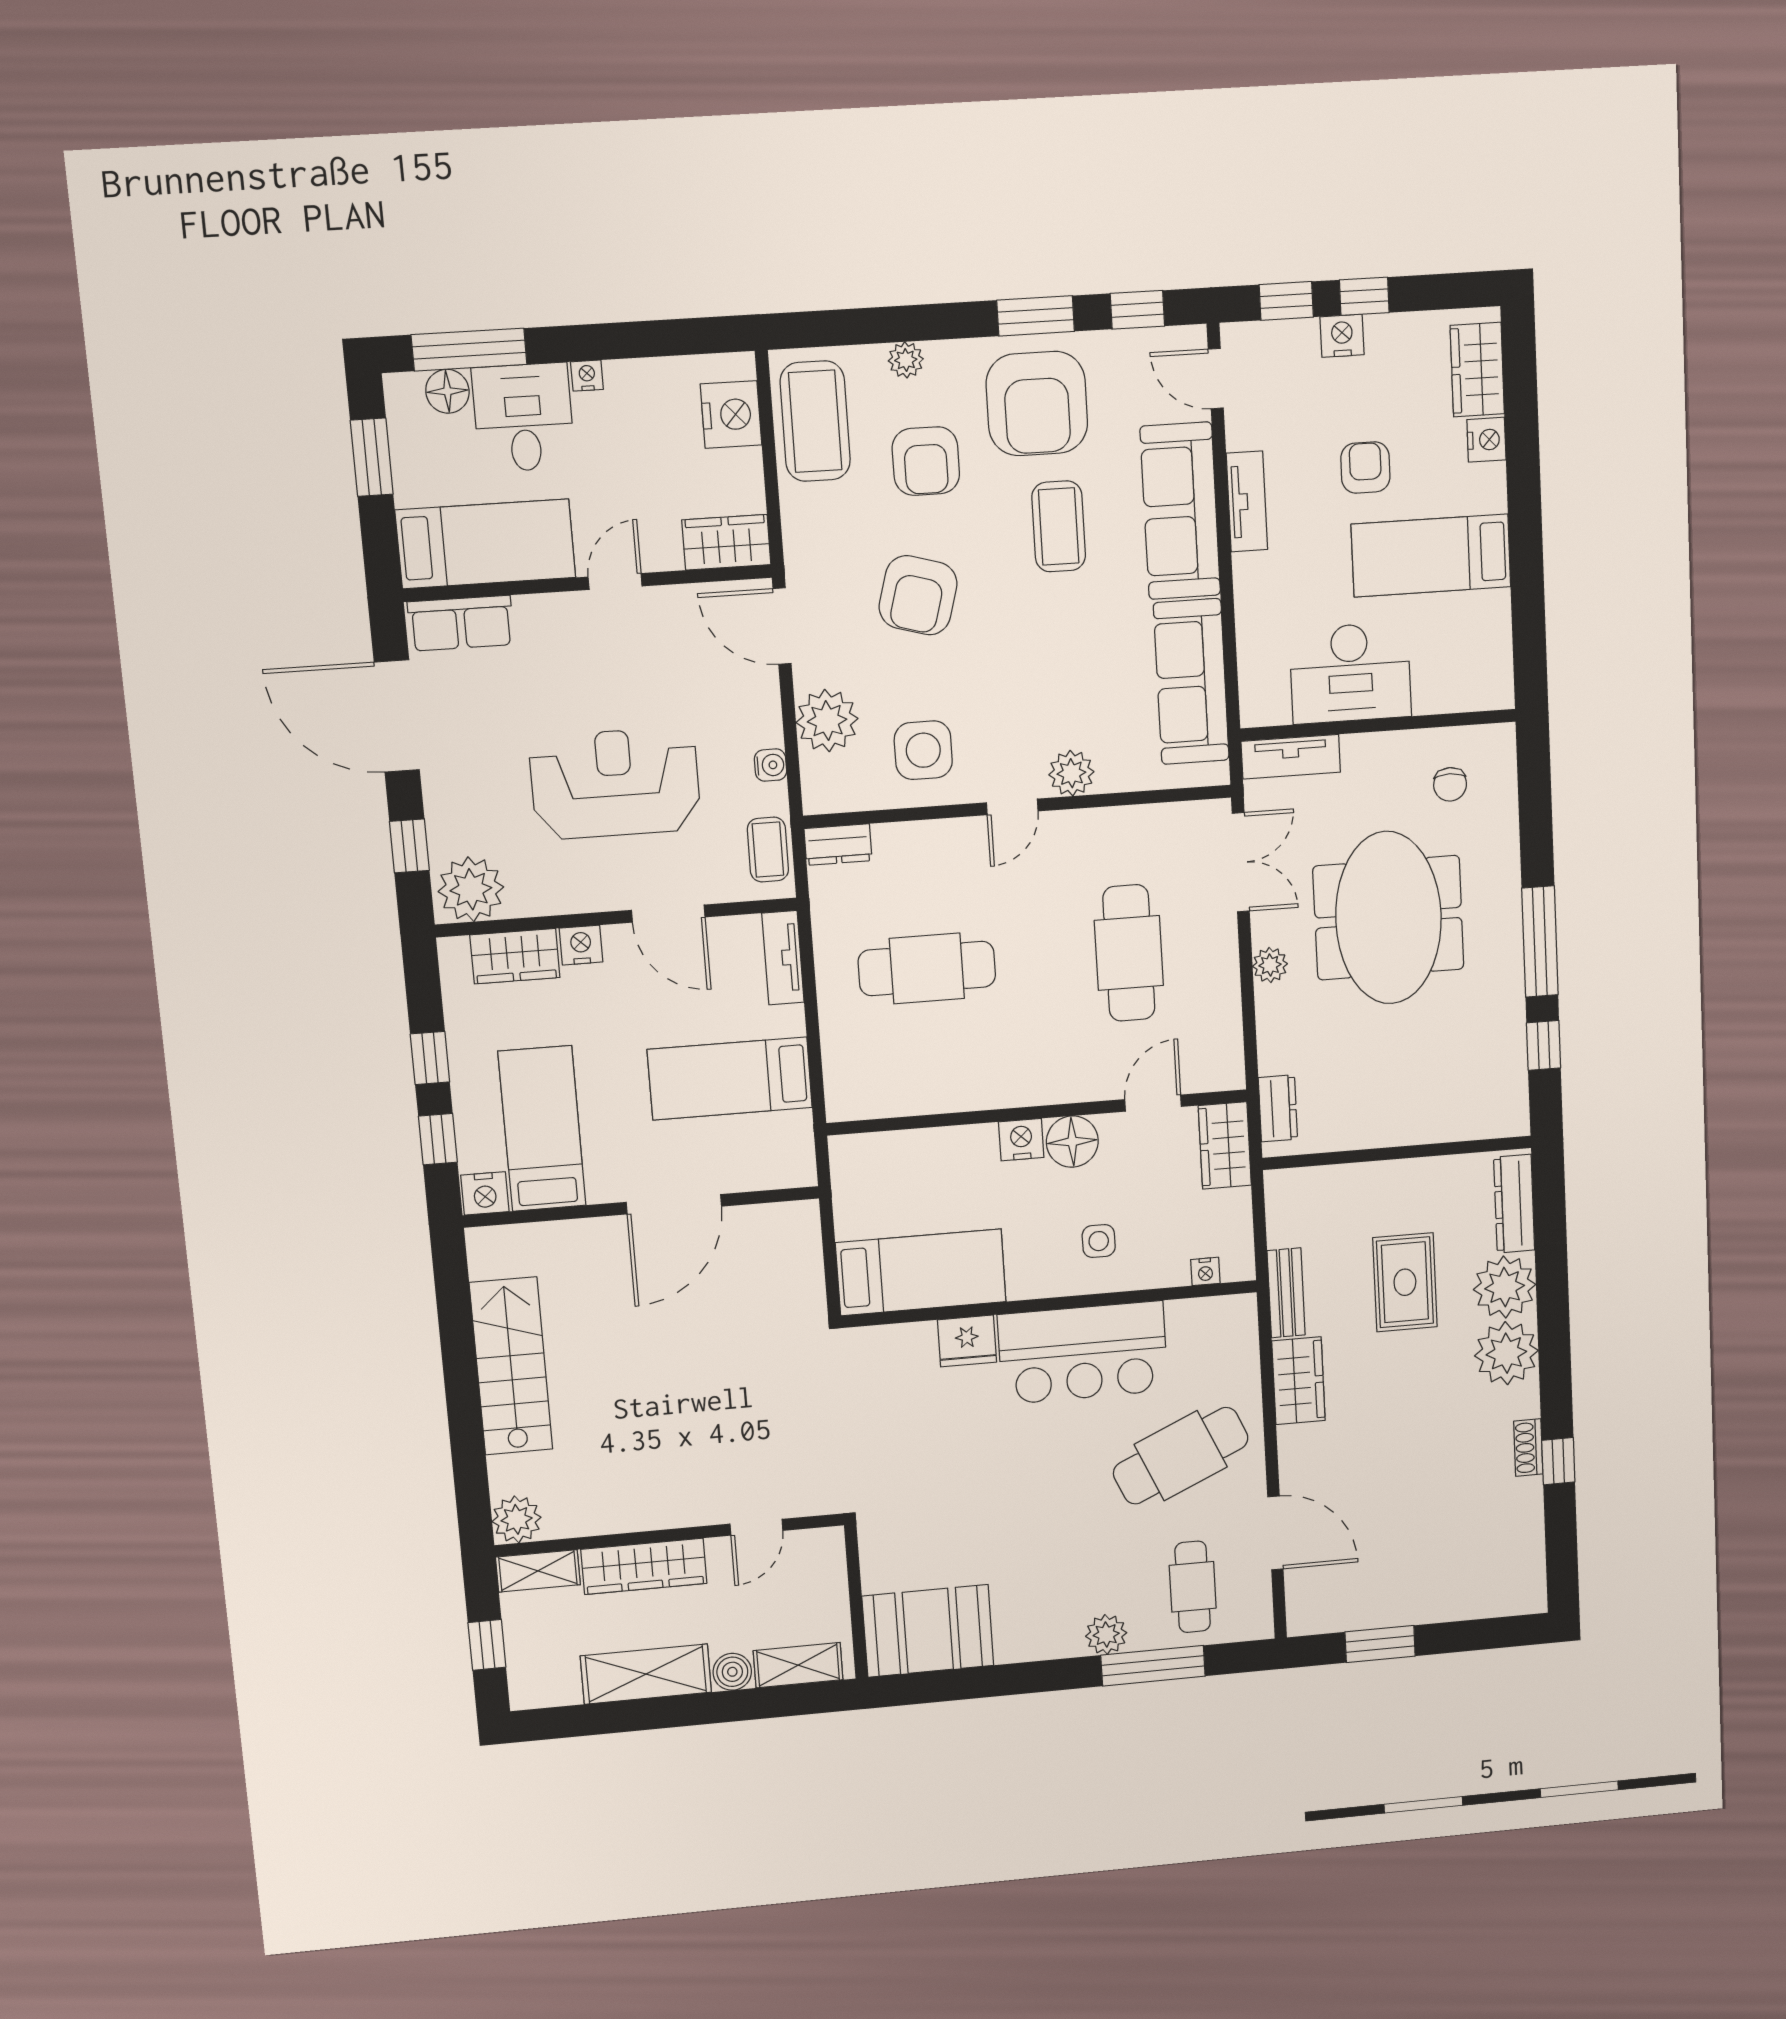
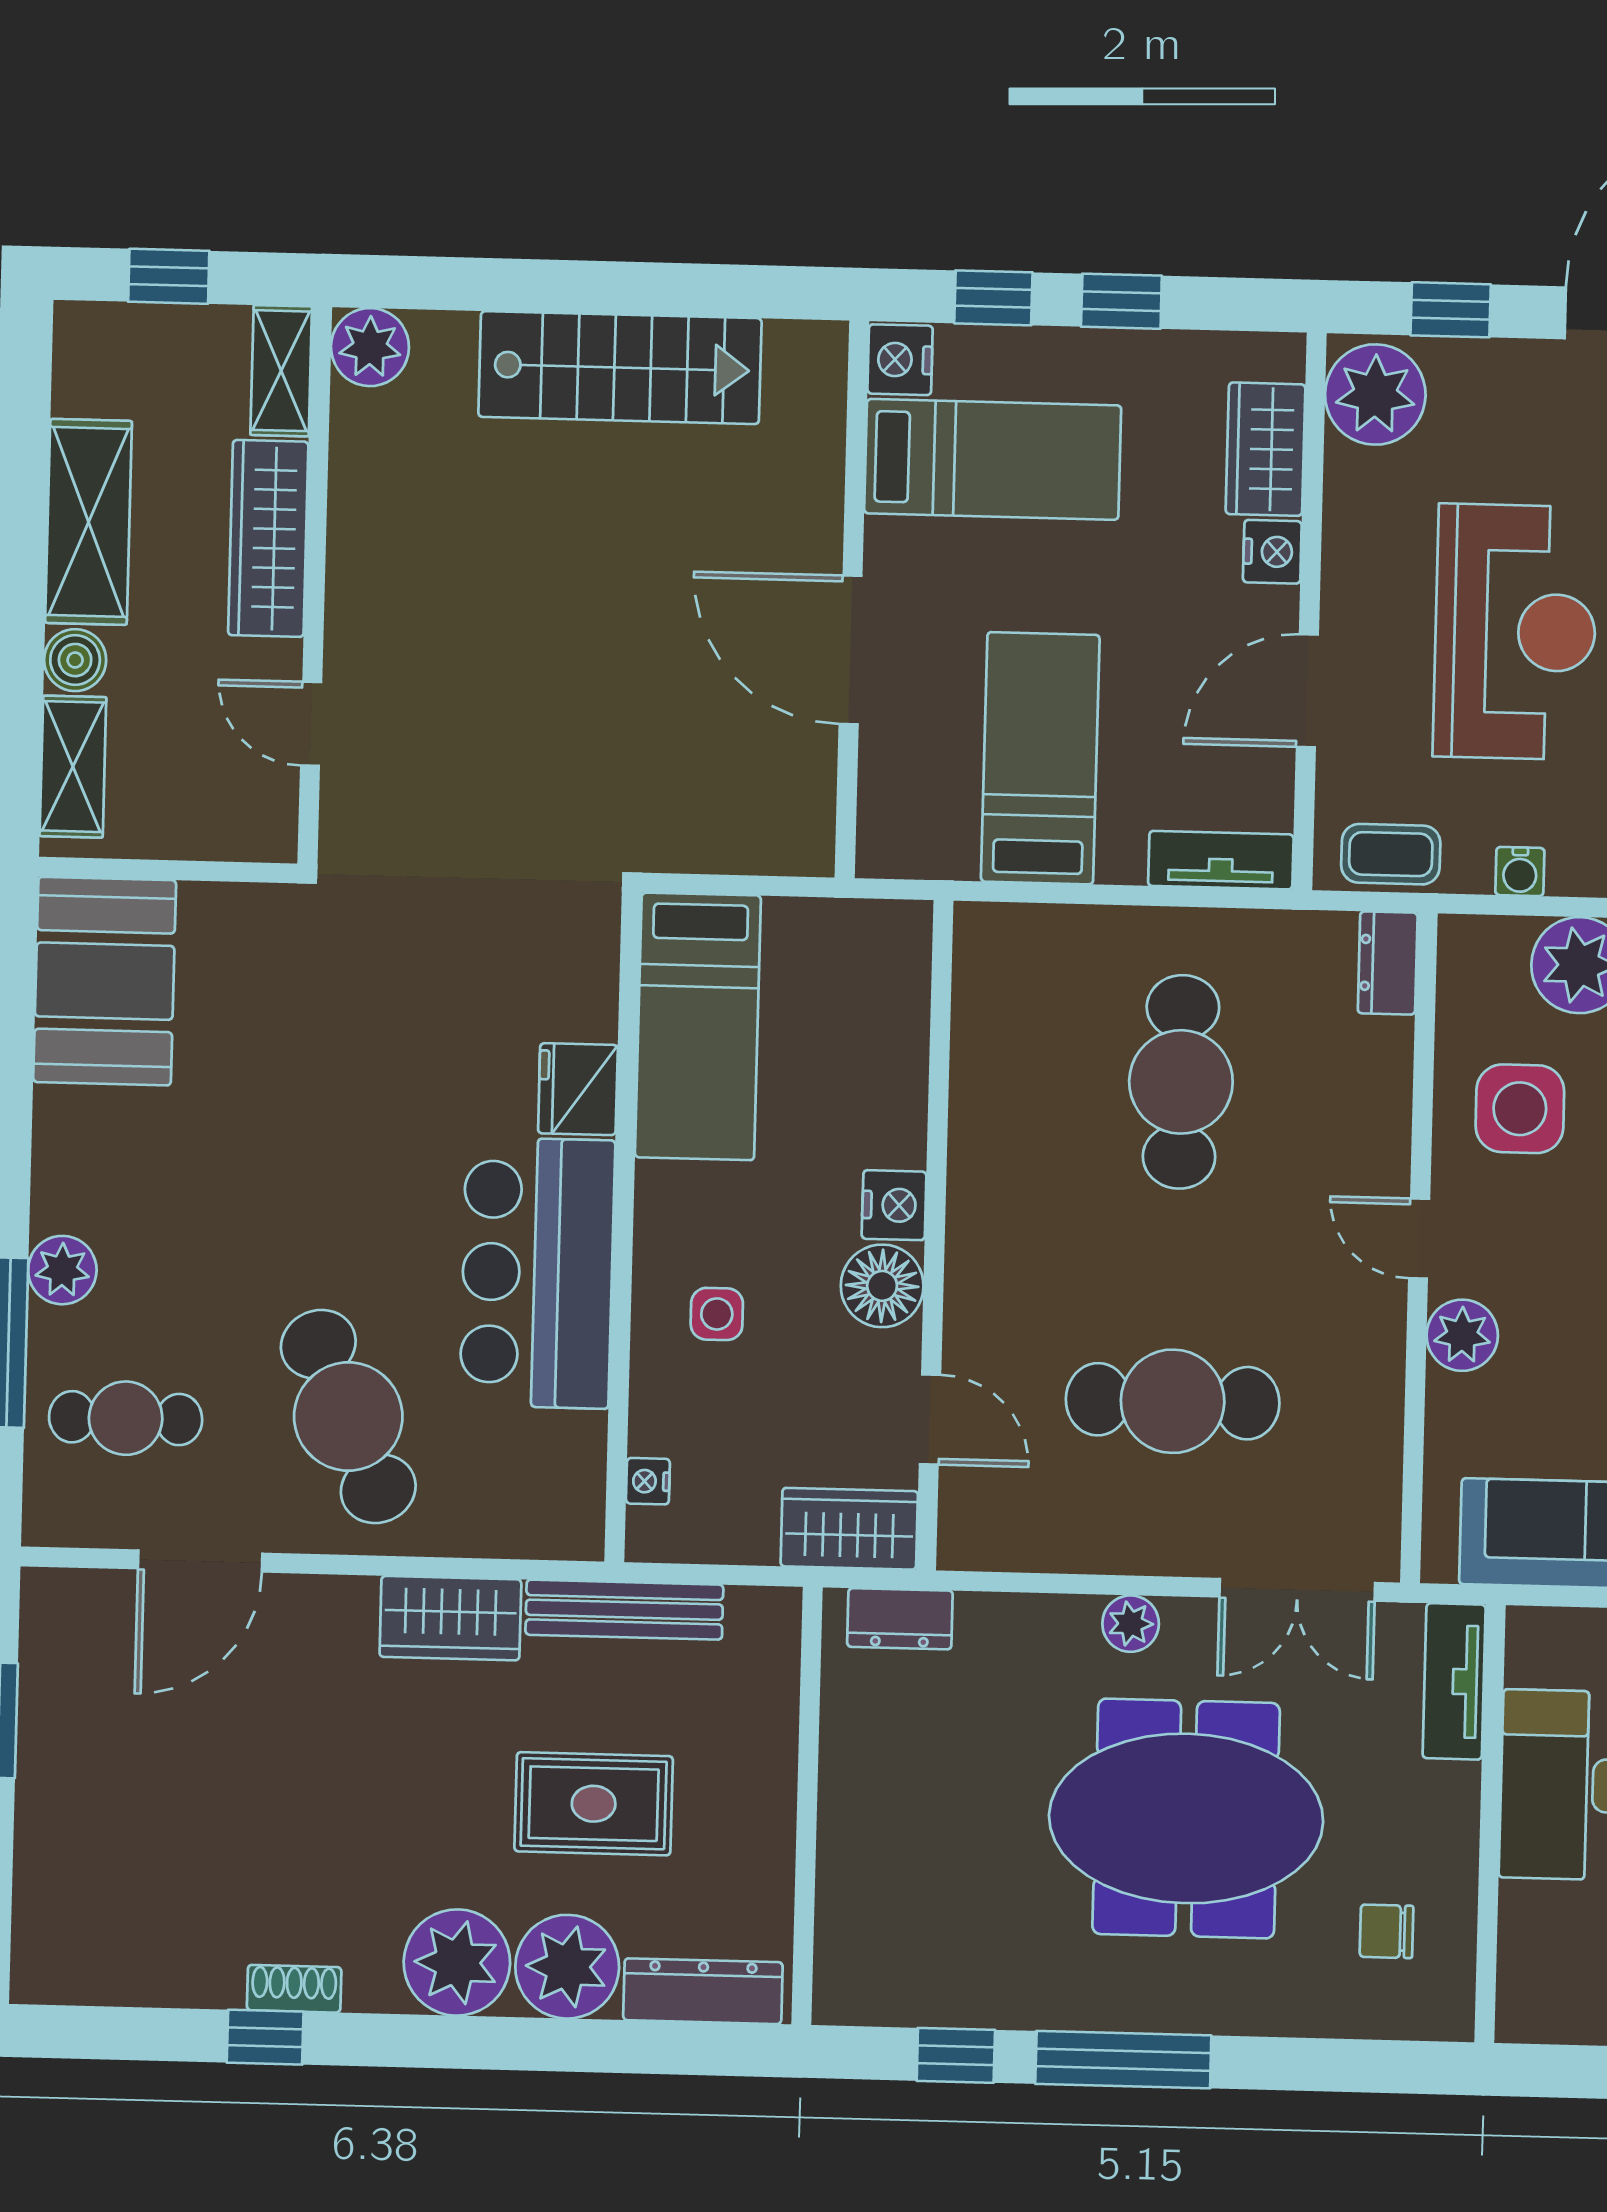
bench: (1286, 1293) -> (624, 1610), width x1.36

